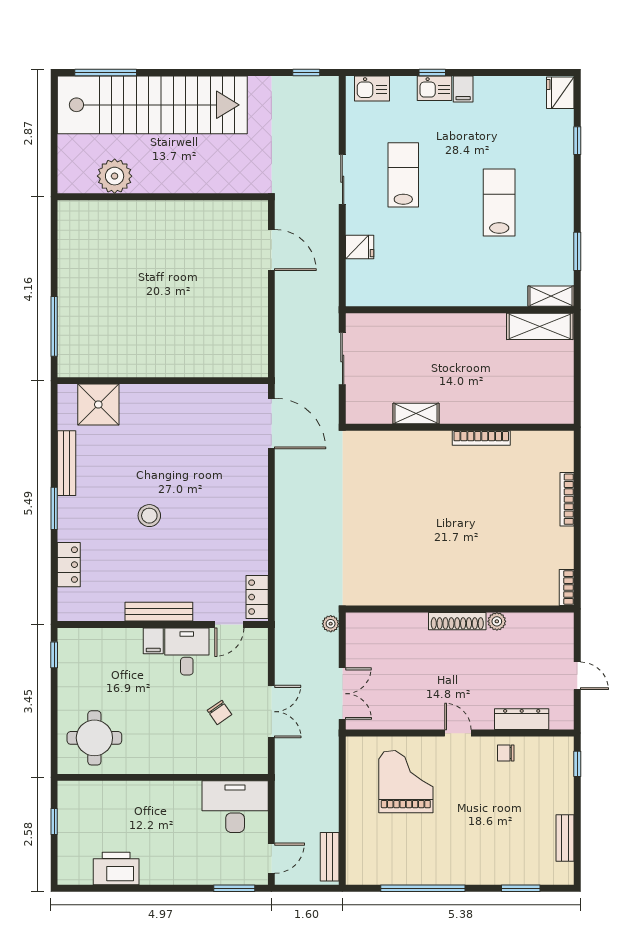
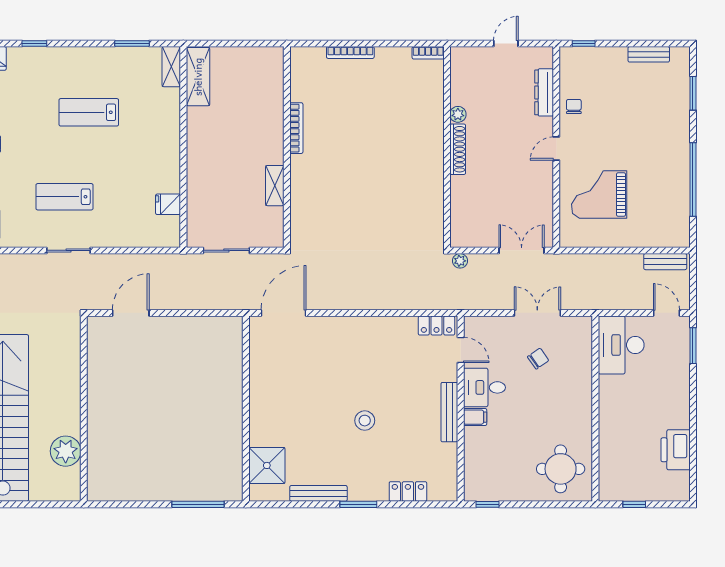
fridge: (360, 247) -> (168, 204), moved, turned -90
chair: (506, 753) -> (574, 107), turned 180

